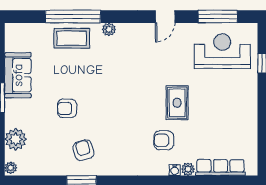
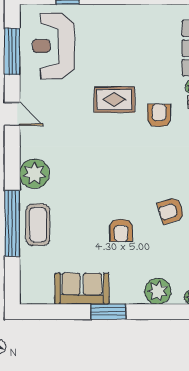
plant: (109, 29) -> (34, 174), width x1.88, depth x1.88
armchair: (164, 140) -> (159, 115), turned 180

